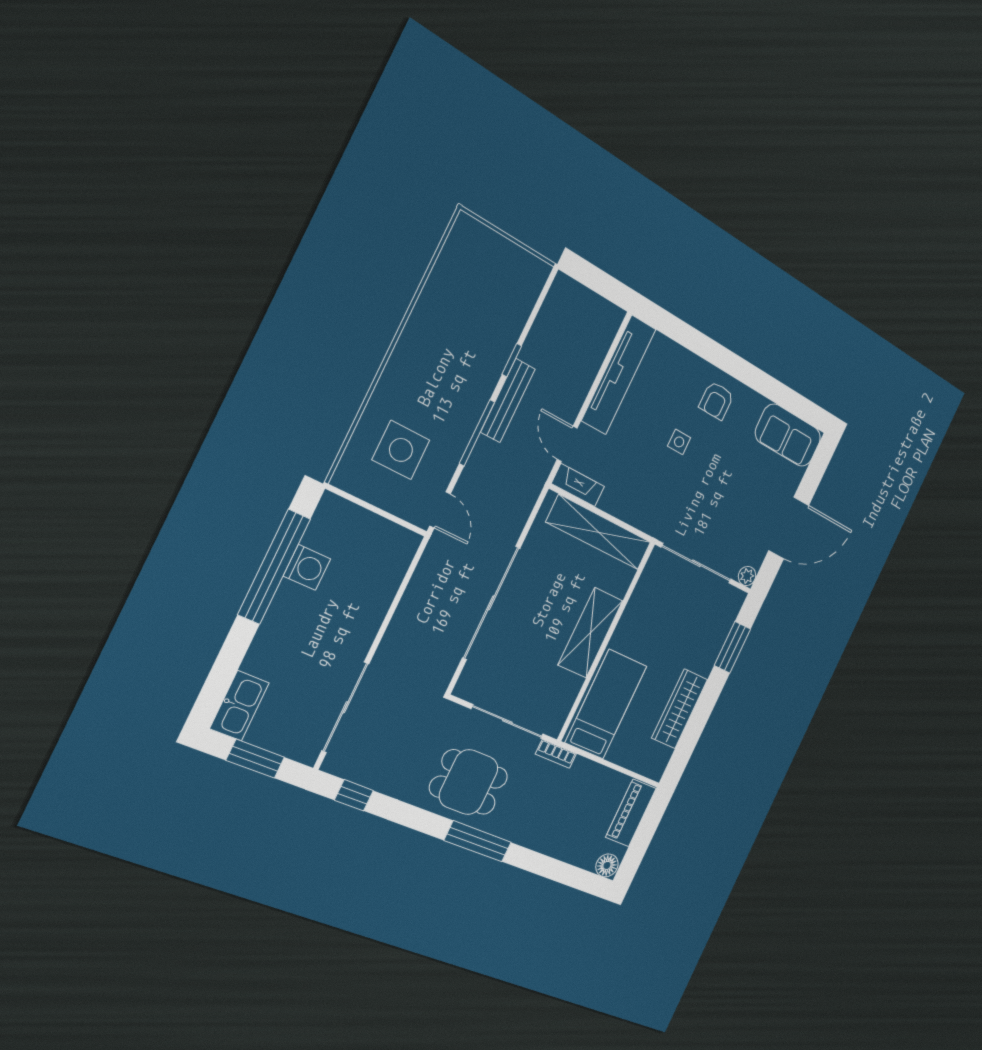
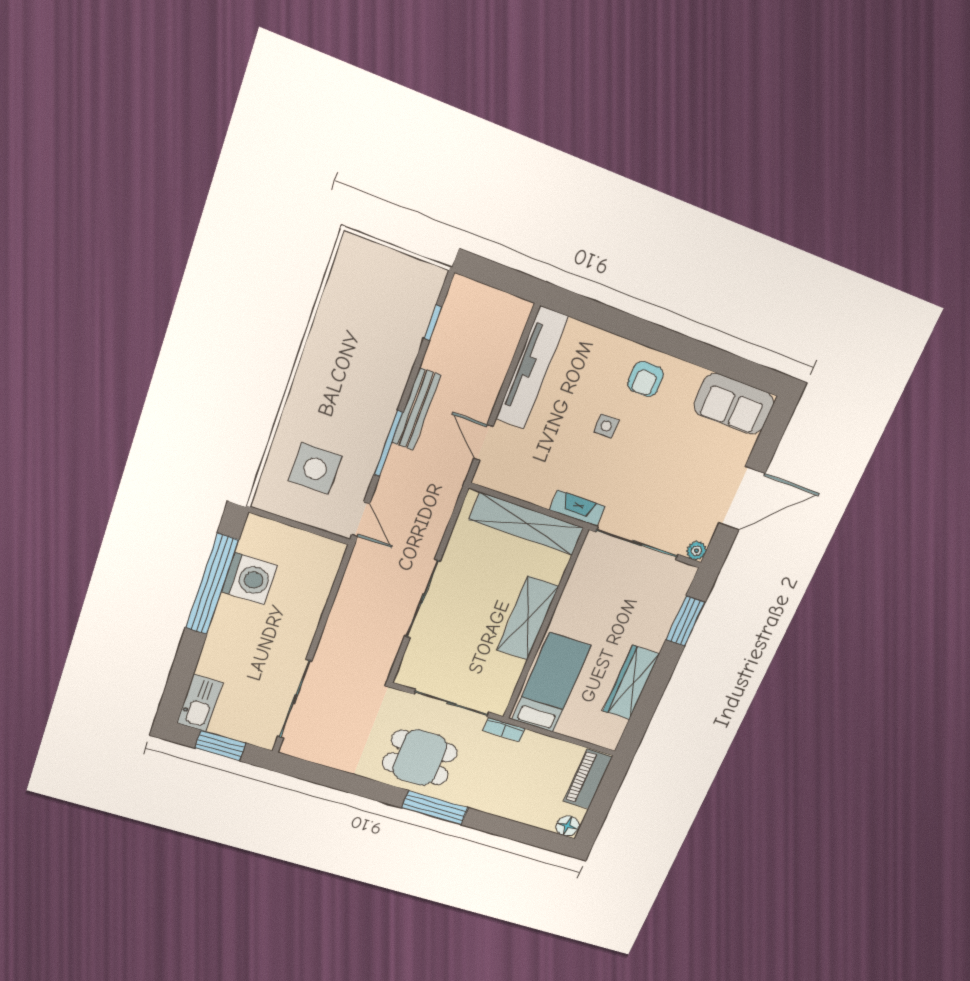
window: (512, 360) -> (433, 323), moved
fireplace: (578, 485) -> (577, 508), moved
washing machine: (307, 567) -> (249, 579), width x1.37, depth x1.37
sliding door: (491, 603) -> (422, 599), width x0.73
window: (354, 795) -> (313, 772), removed

